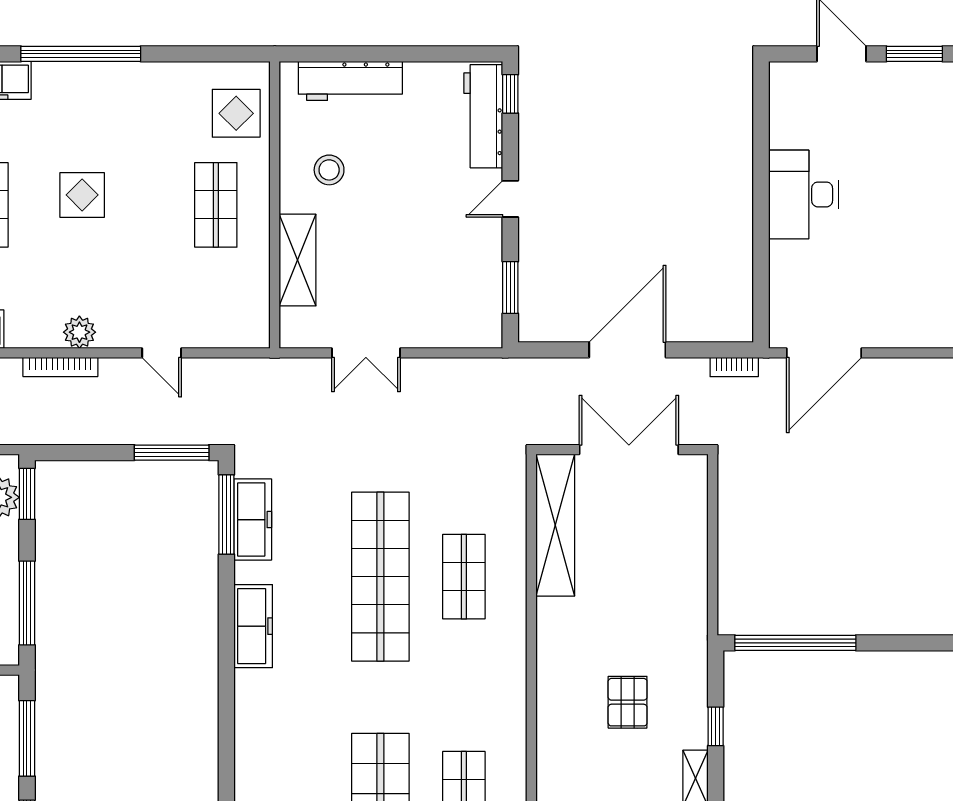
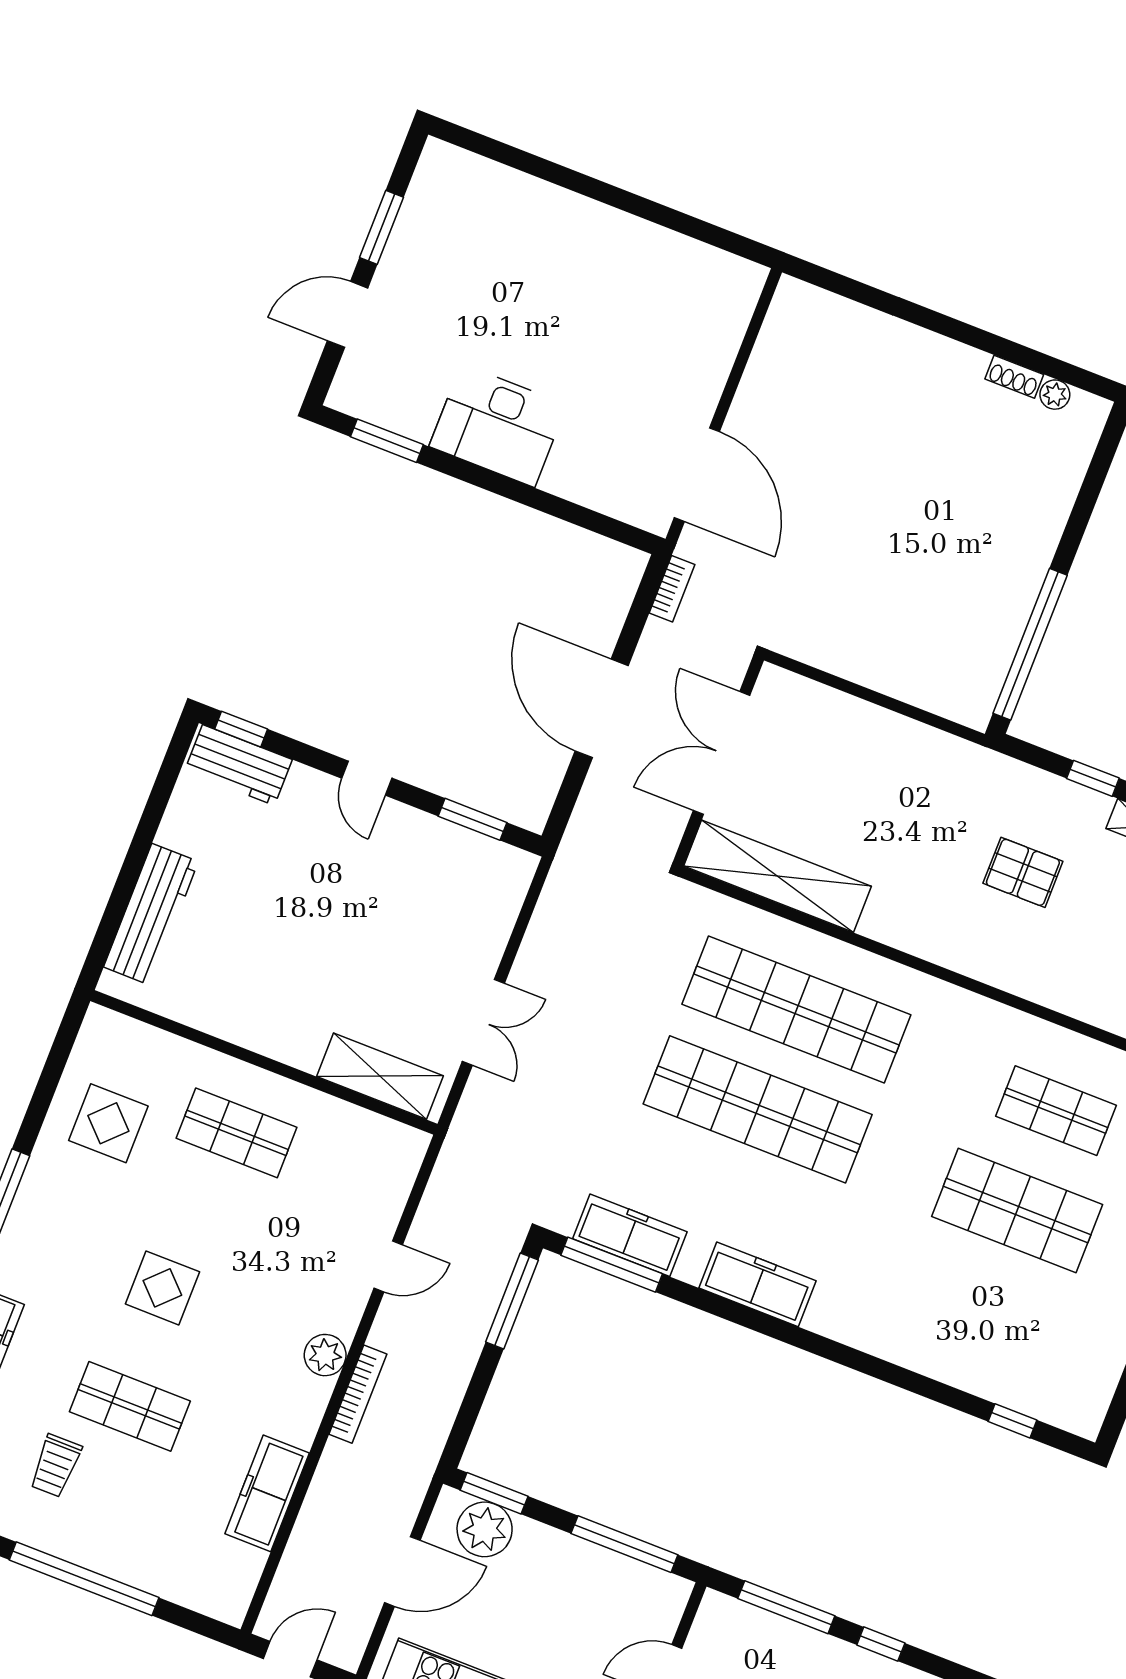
display table: (236, 113) -> (108, 1123), moved
workbench: (483, 116) -> (238, 765), width x0.73
window: (761, 118) -> (387, 441), added
stool: (329, 170) -> (248, 981), removed
shelving: (298, 260) -> (380, 1076), moved
shop shelf: (464, 577) -> (796, 1010), width x2.00, depth x1.36

